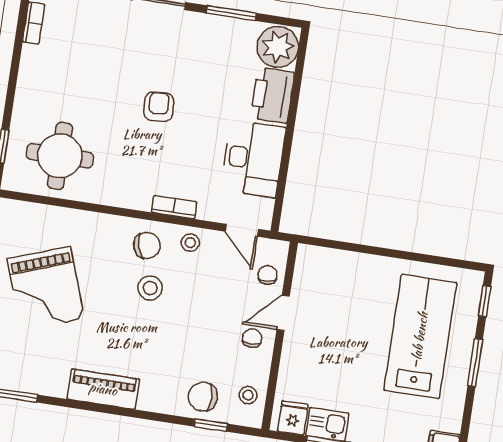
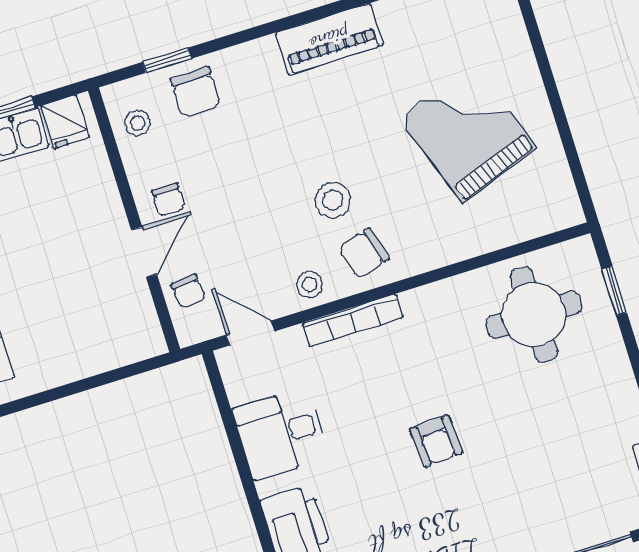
desk: (253, 159) -> (281, 433), width x0.73
bookcase: (174, 207) -> (353, 320), width x1.56
chair: (203, 397) -> (195, 92), turned 90

